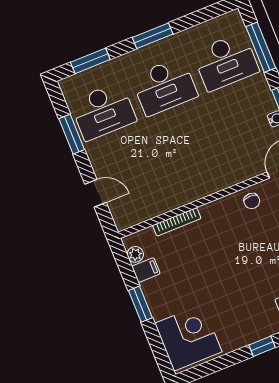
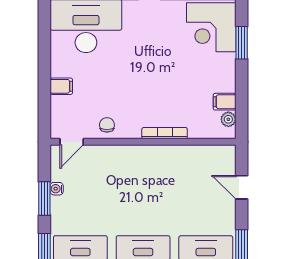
bookcase: (177, 222) -> (165, 133), moved
window: (140, 304) -> (242, 43), moved

